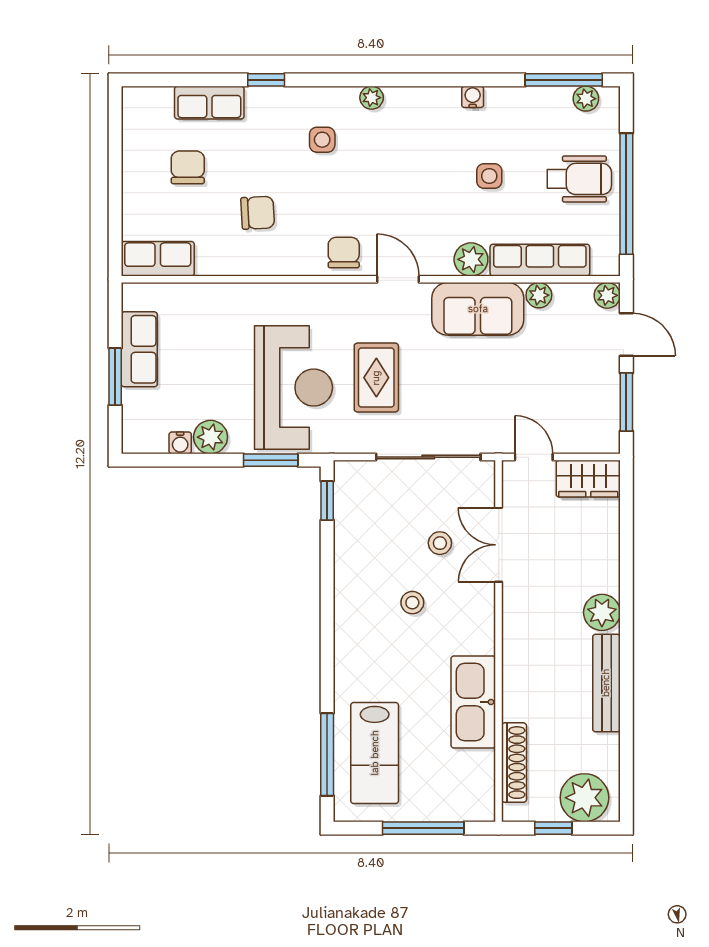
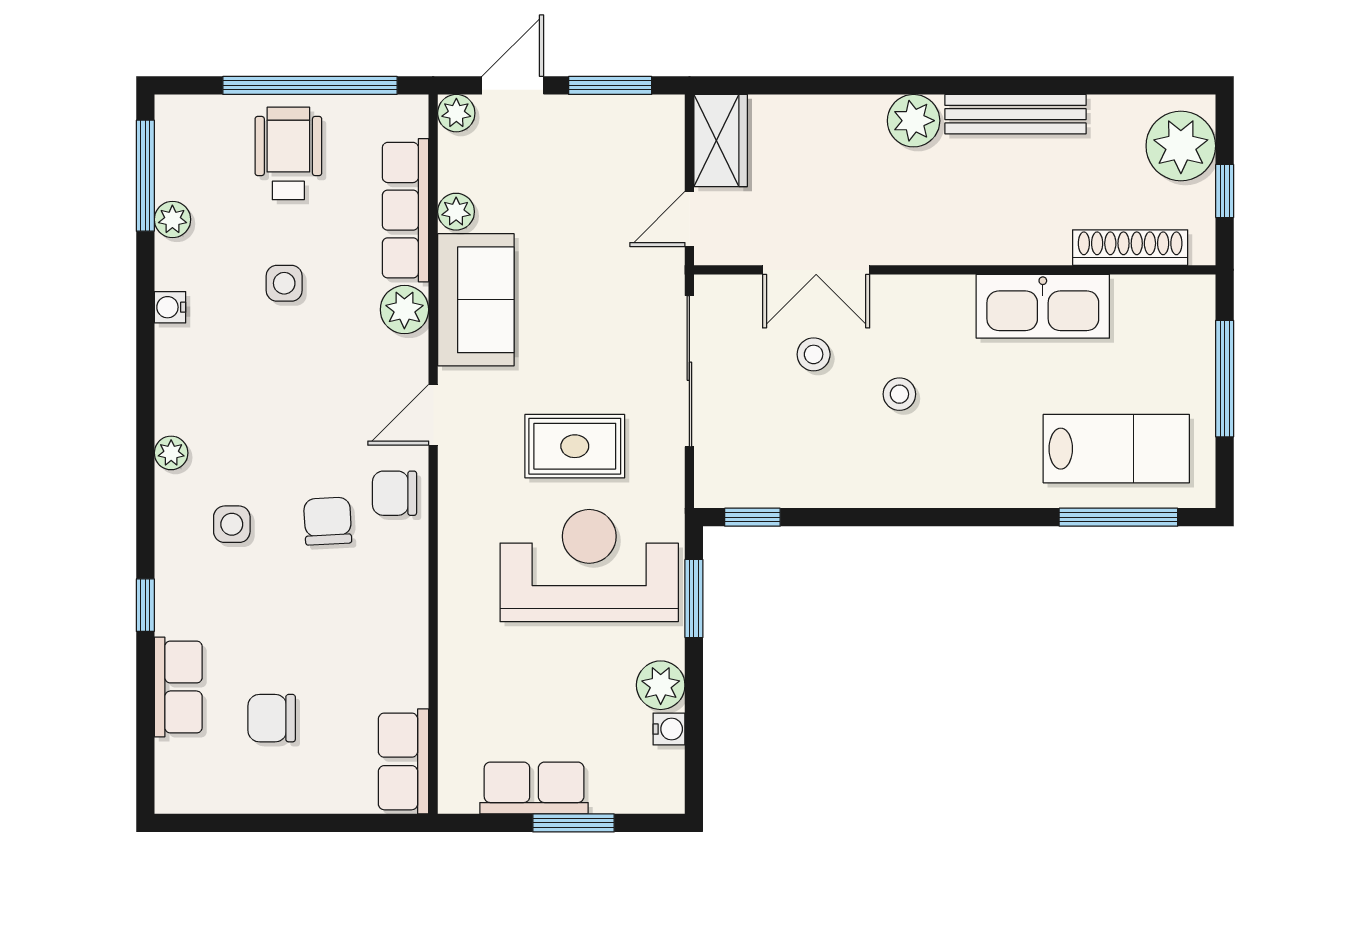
plant: (586, 99) -> (172, 219), moved
chair: (258, 213) -> (328, 521), moved

